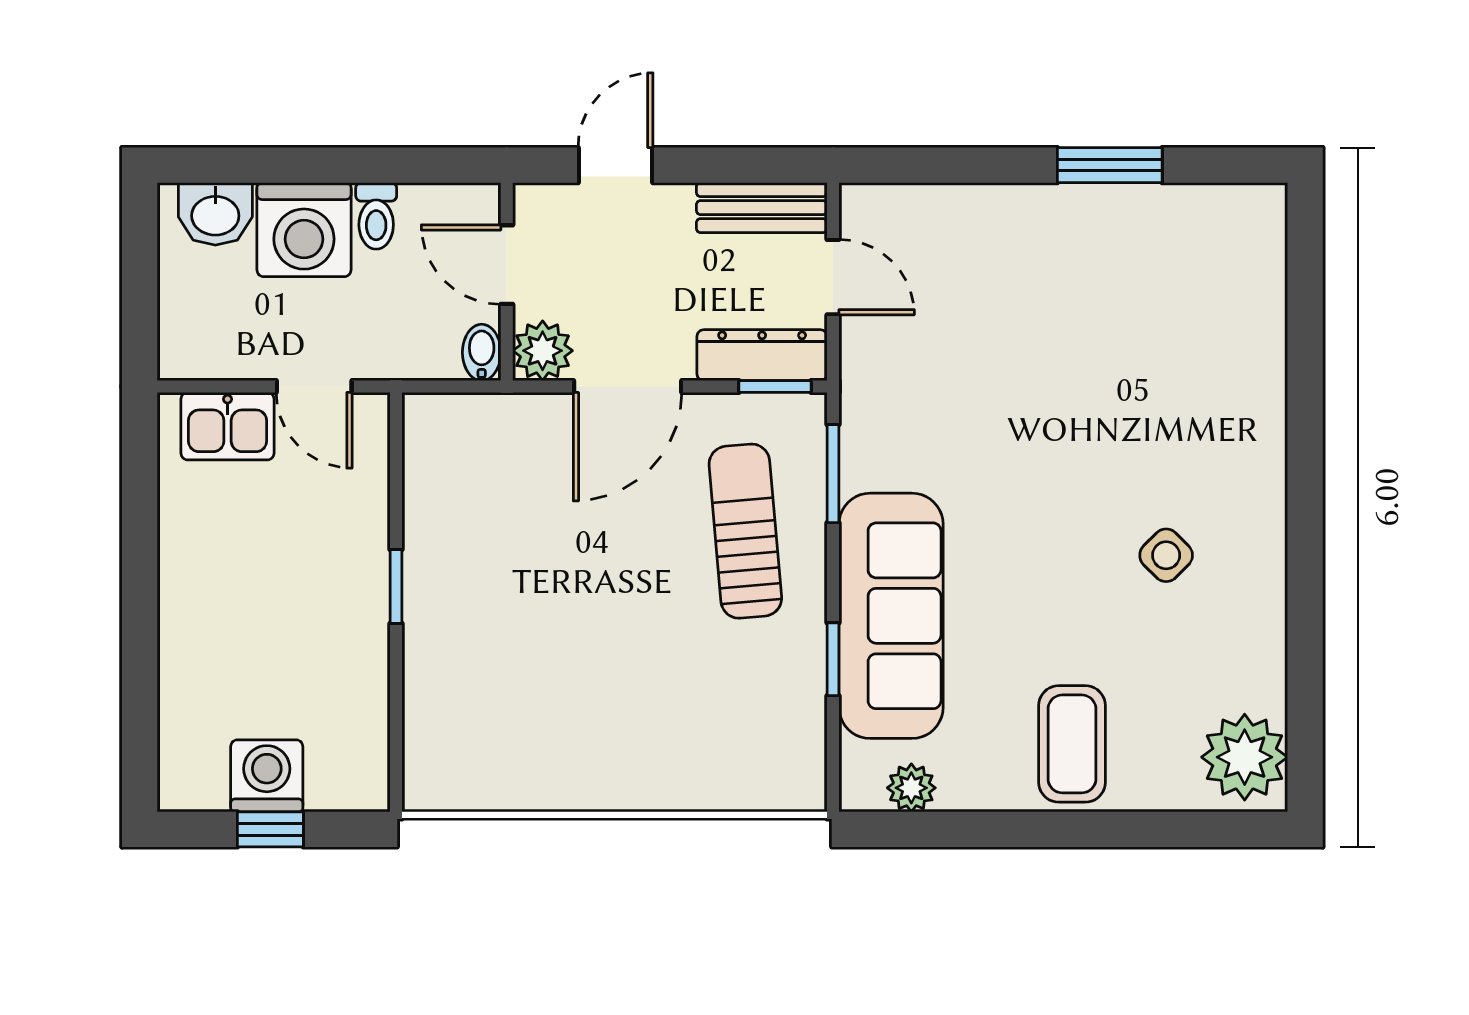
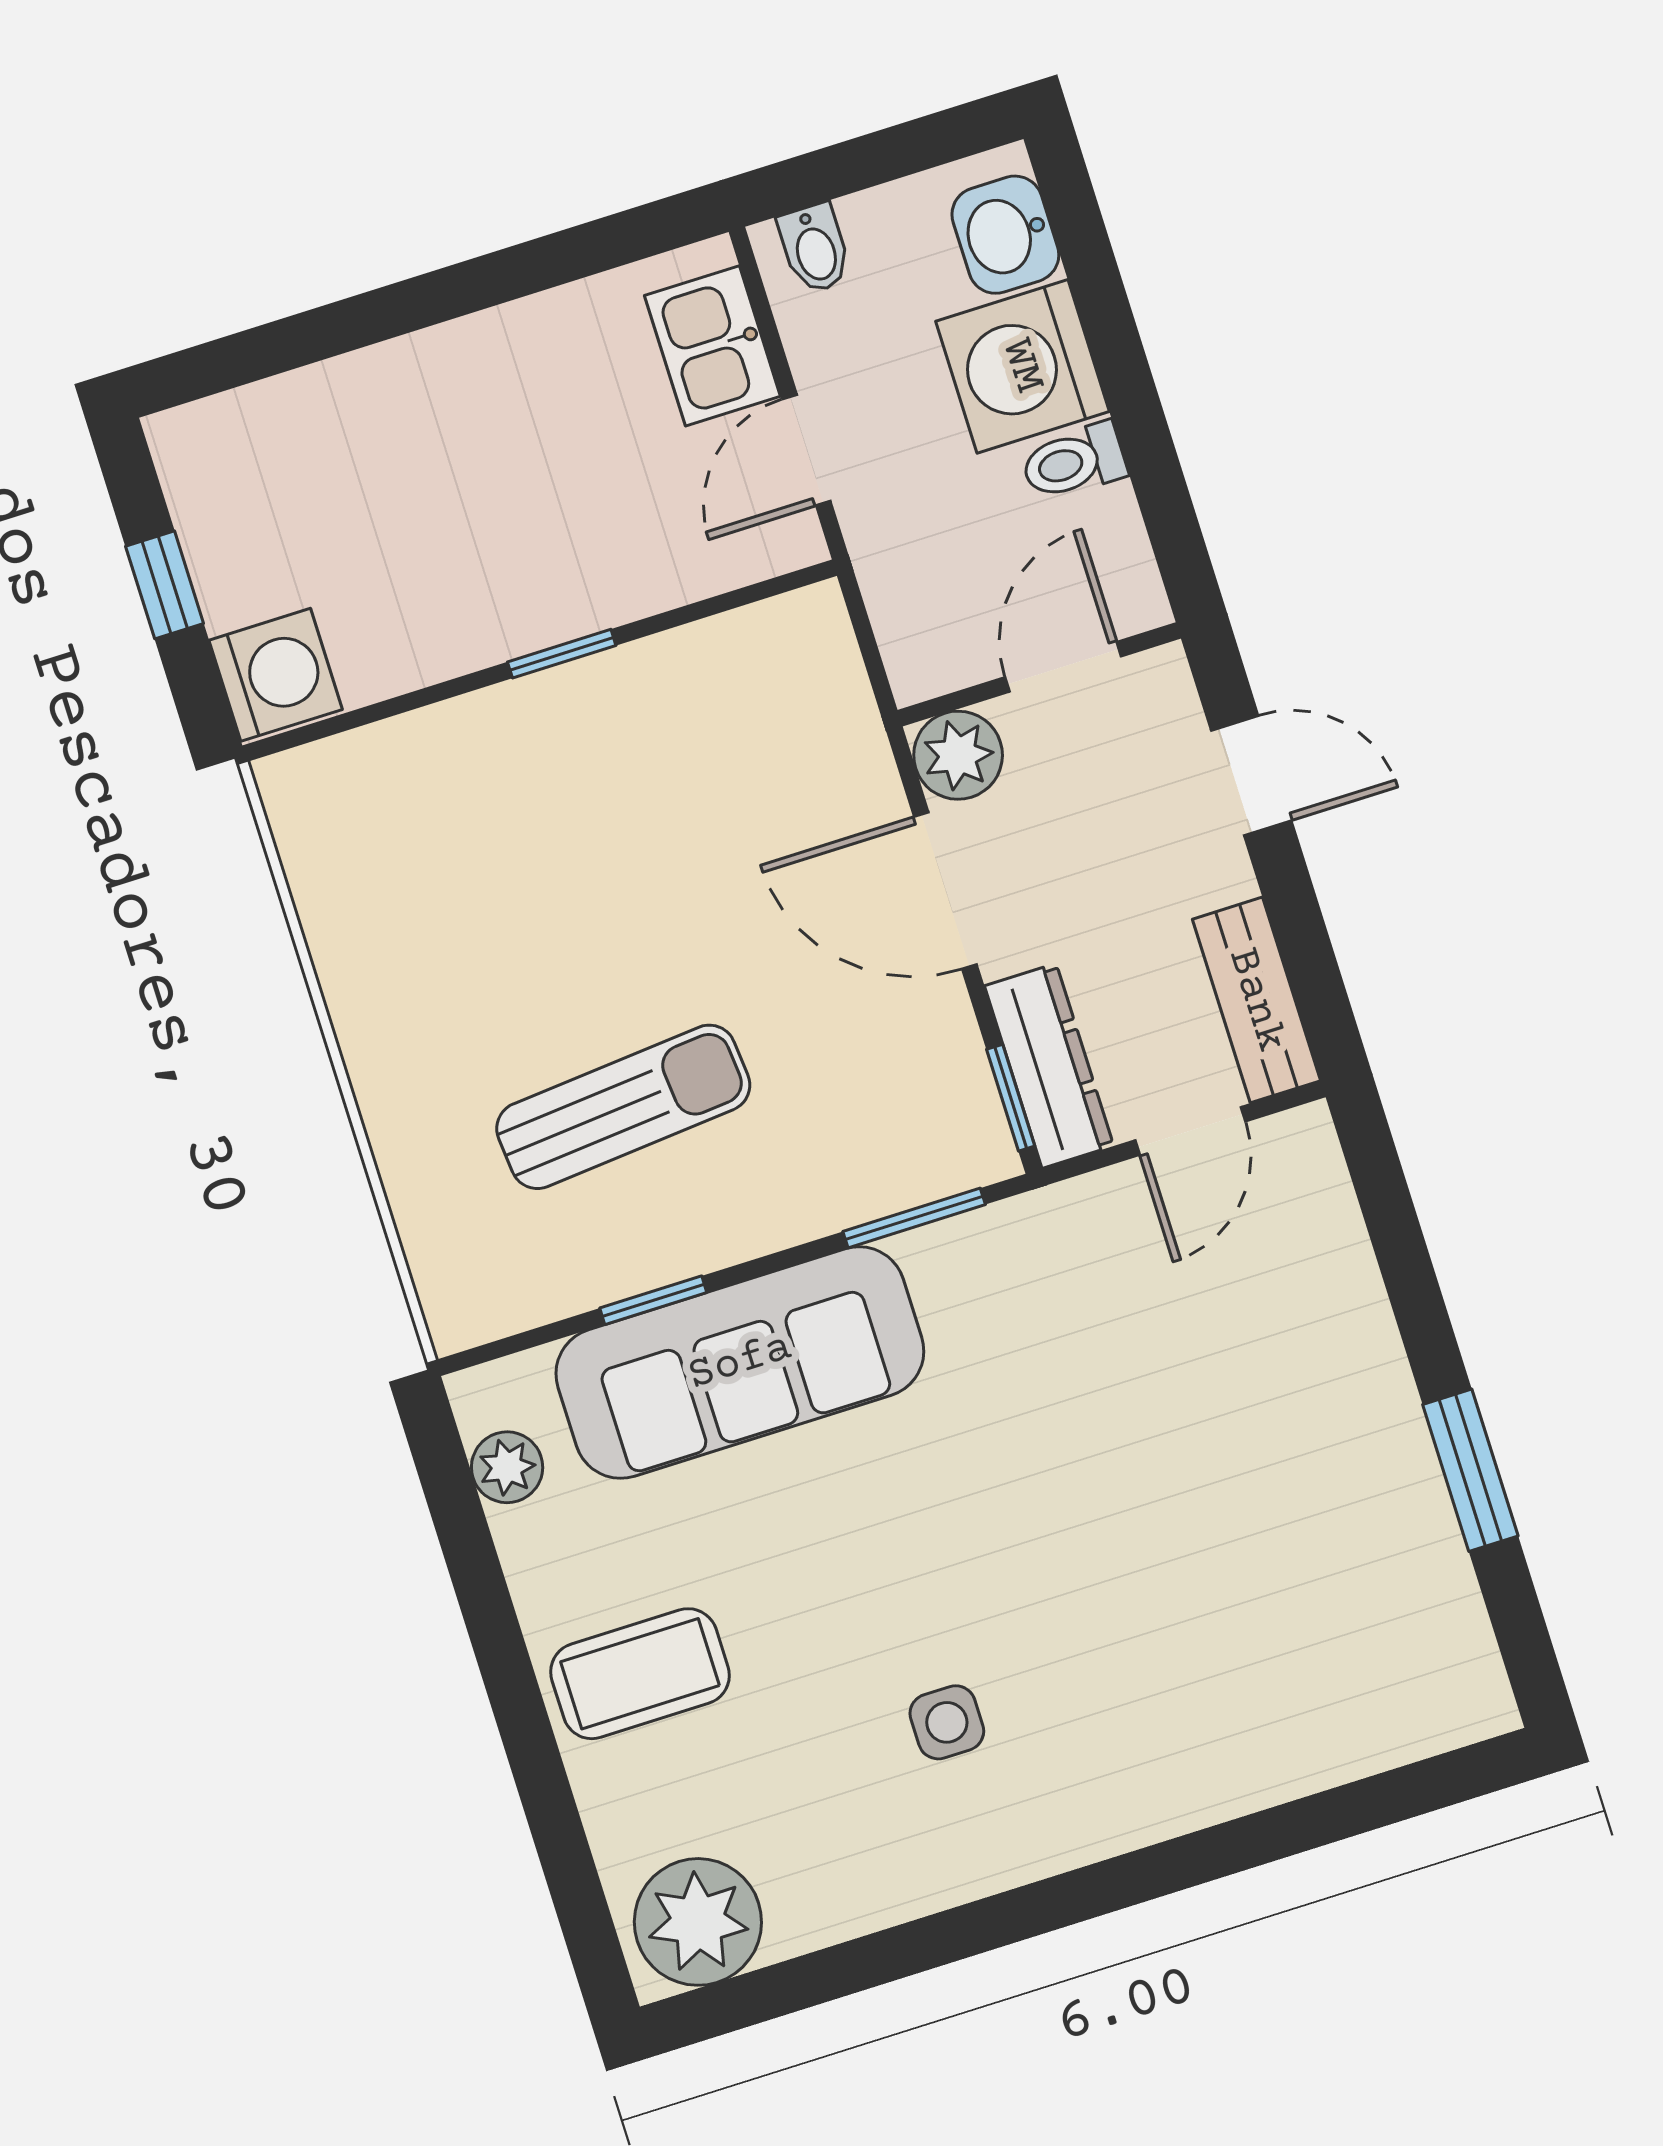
bidet: (482, 352) -> (815, 248), moved, turned 90
sun lounger: (745, 531) -> (623, 1107), moved
side table: (1166, 555) -> (947, 1722), turned 45
washing machine: (267, 776) -> (276, 675), moved

